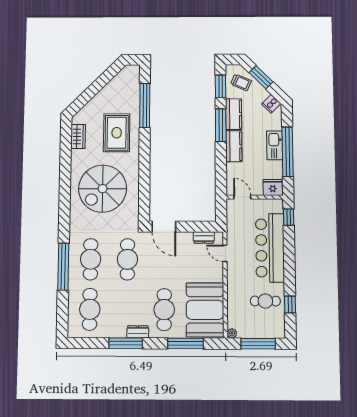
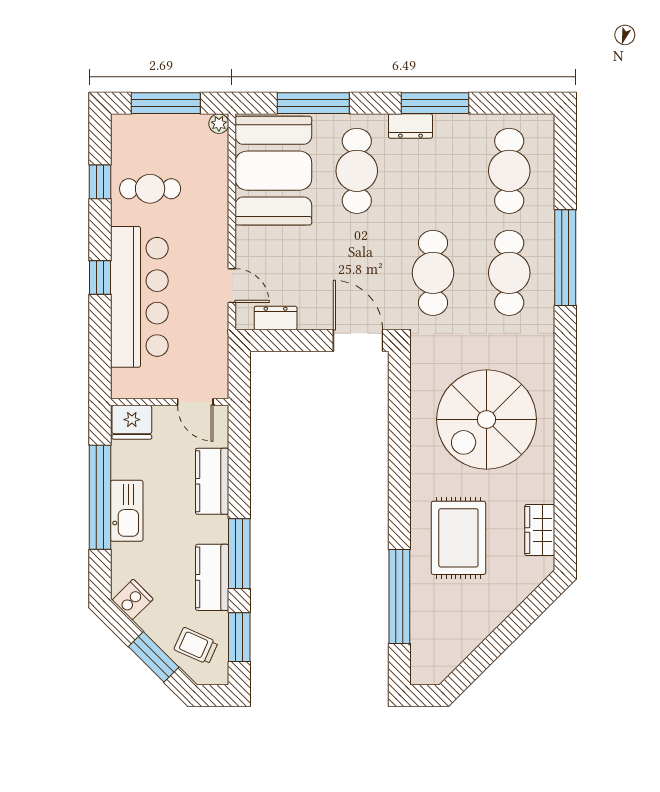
kitchen counter: (234, 146) -> (212, 481), moved
spiral stairs: (103, 189) -> (486, 420), turned 180
window: (289, 217) -> (100, 278), moved

